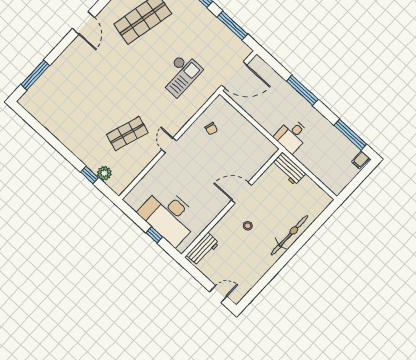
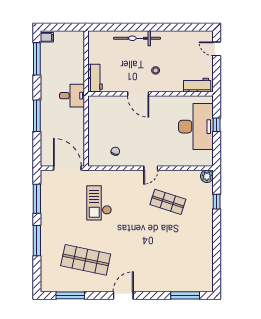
checkout: (180, 75) -> (99, 203), turned -90
plant: (104, 173) -> (207, 176), moved

